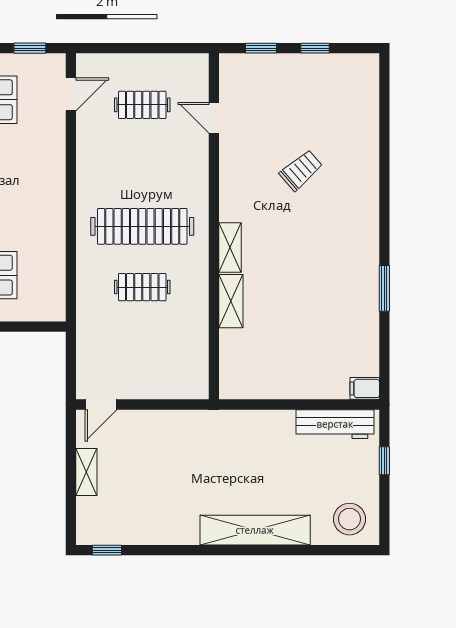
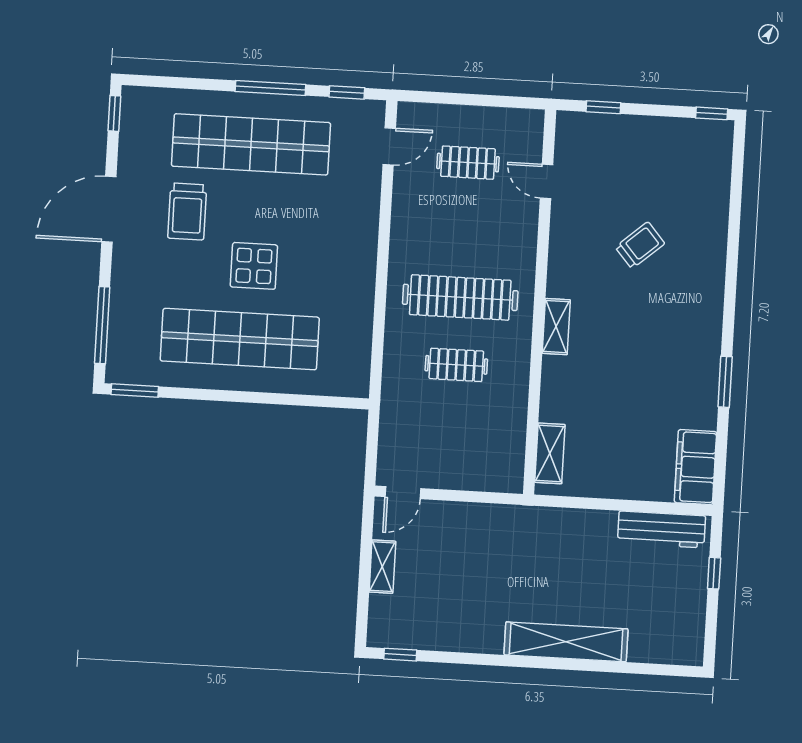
window: (315, 48) -> (712, 113), moved
shelving: (231, 301) -> (550, 453), moved
filing cabinet: (365, 388) -> (695, 467), width x3.00, depth x1.17
stool: (350, 519) -> (672, 636), removed

